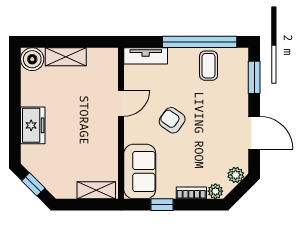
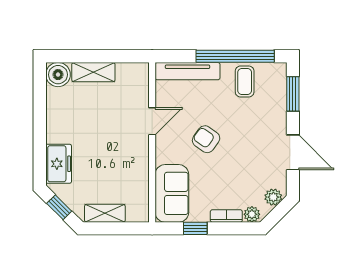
tv unit: (146, 56) -> (188, 71), width x1.41
freezer: (33, 125) -> (59, 164), moved
shelving: (96, 190) -> (105, 213), moved

